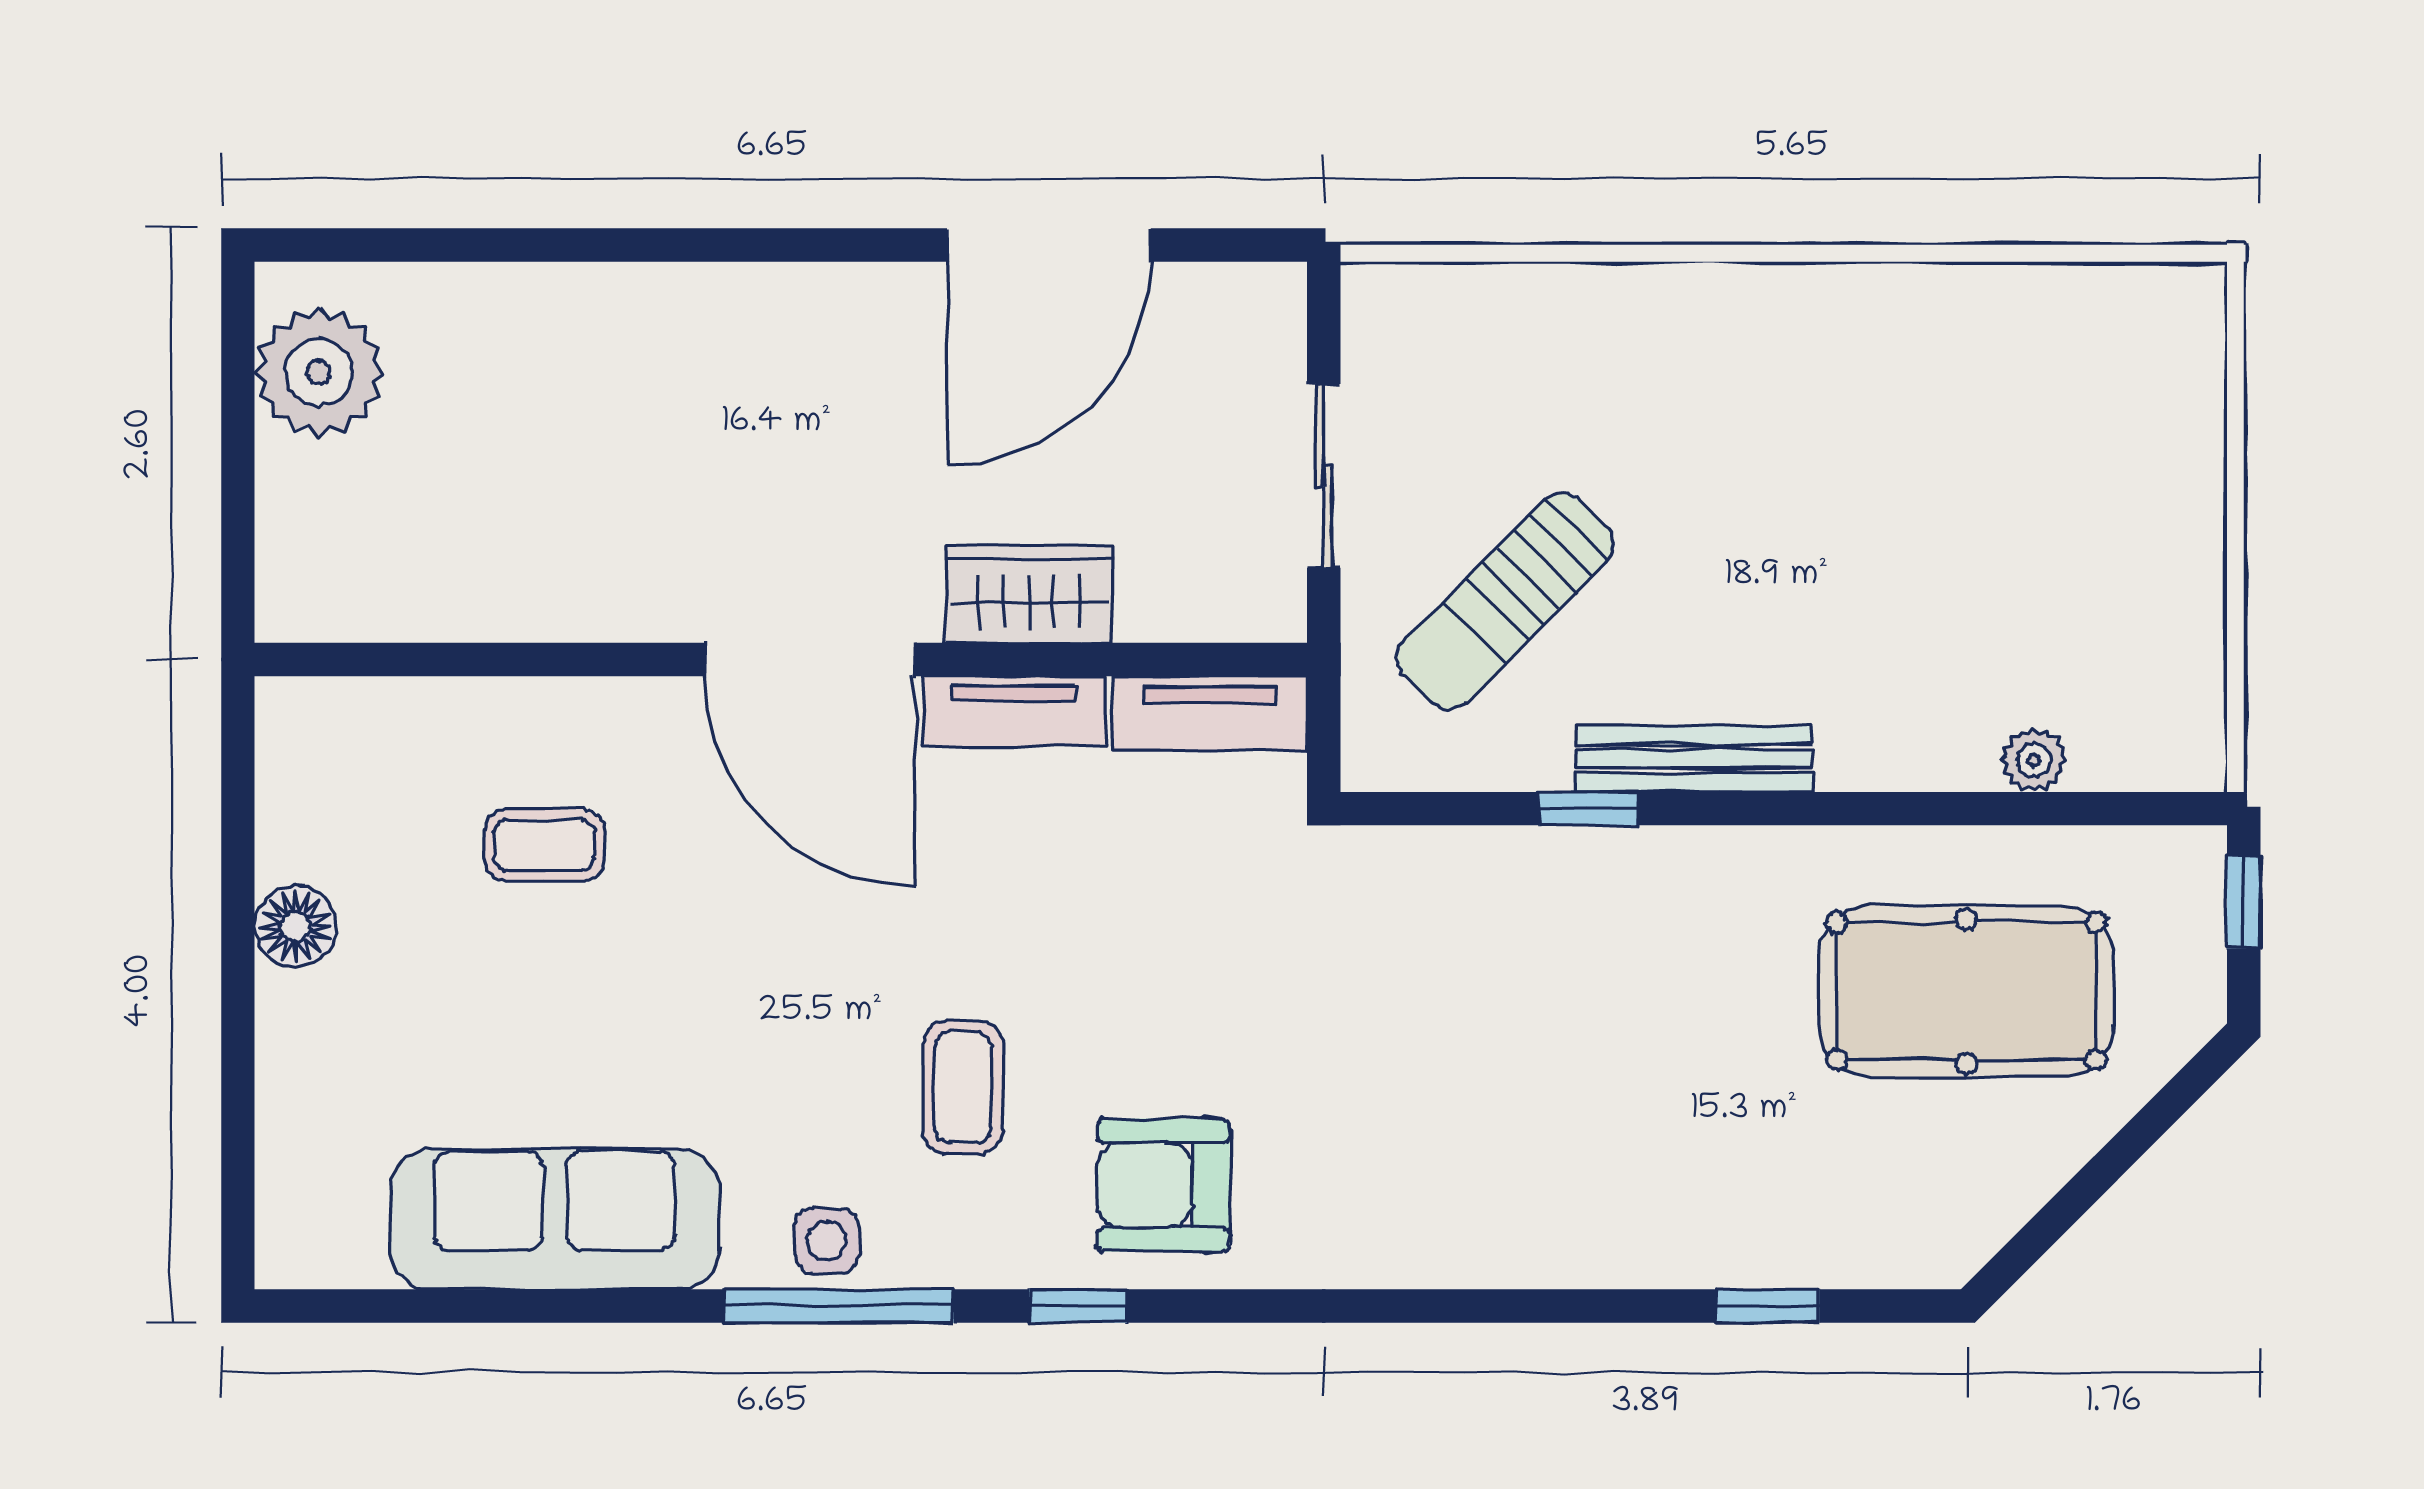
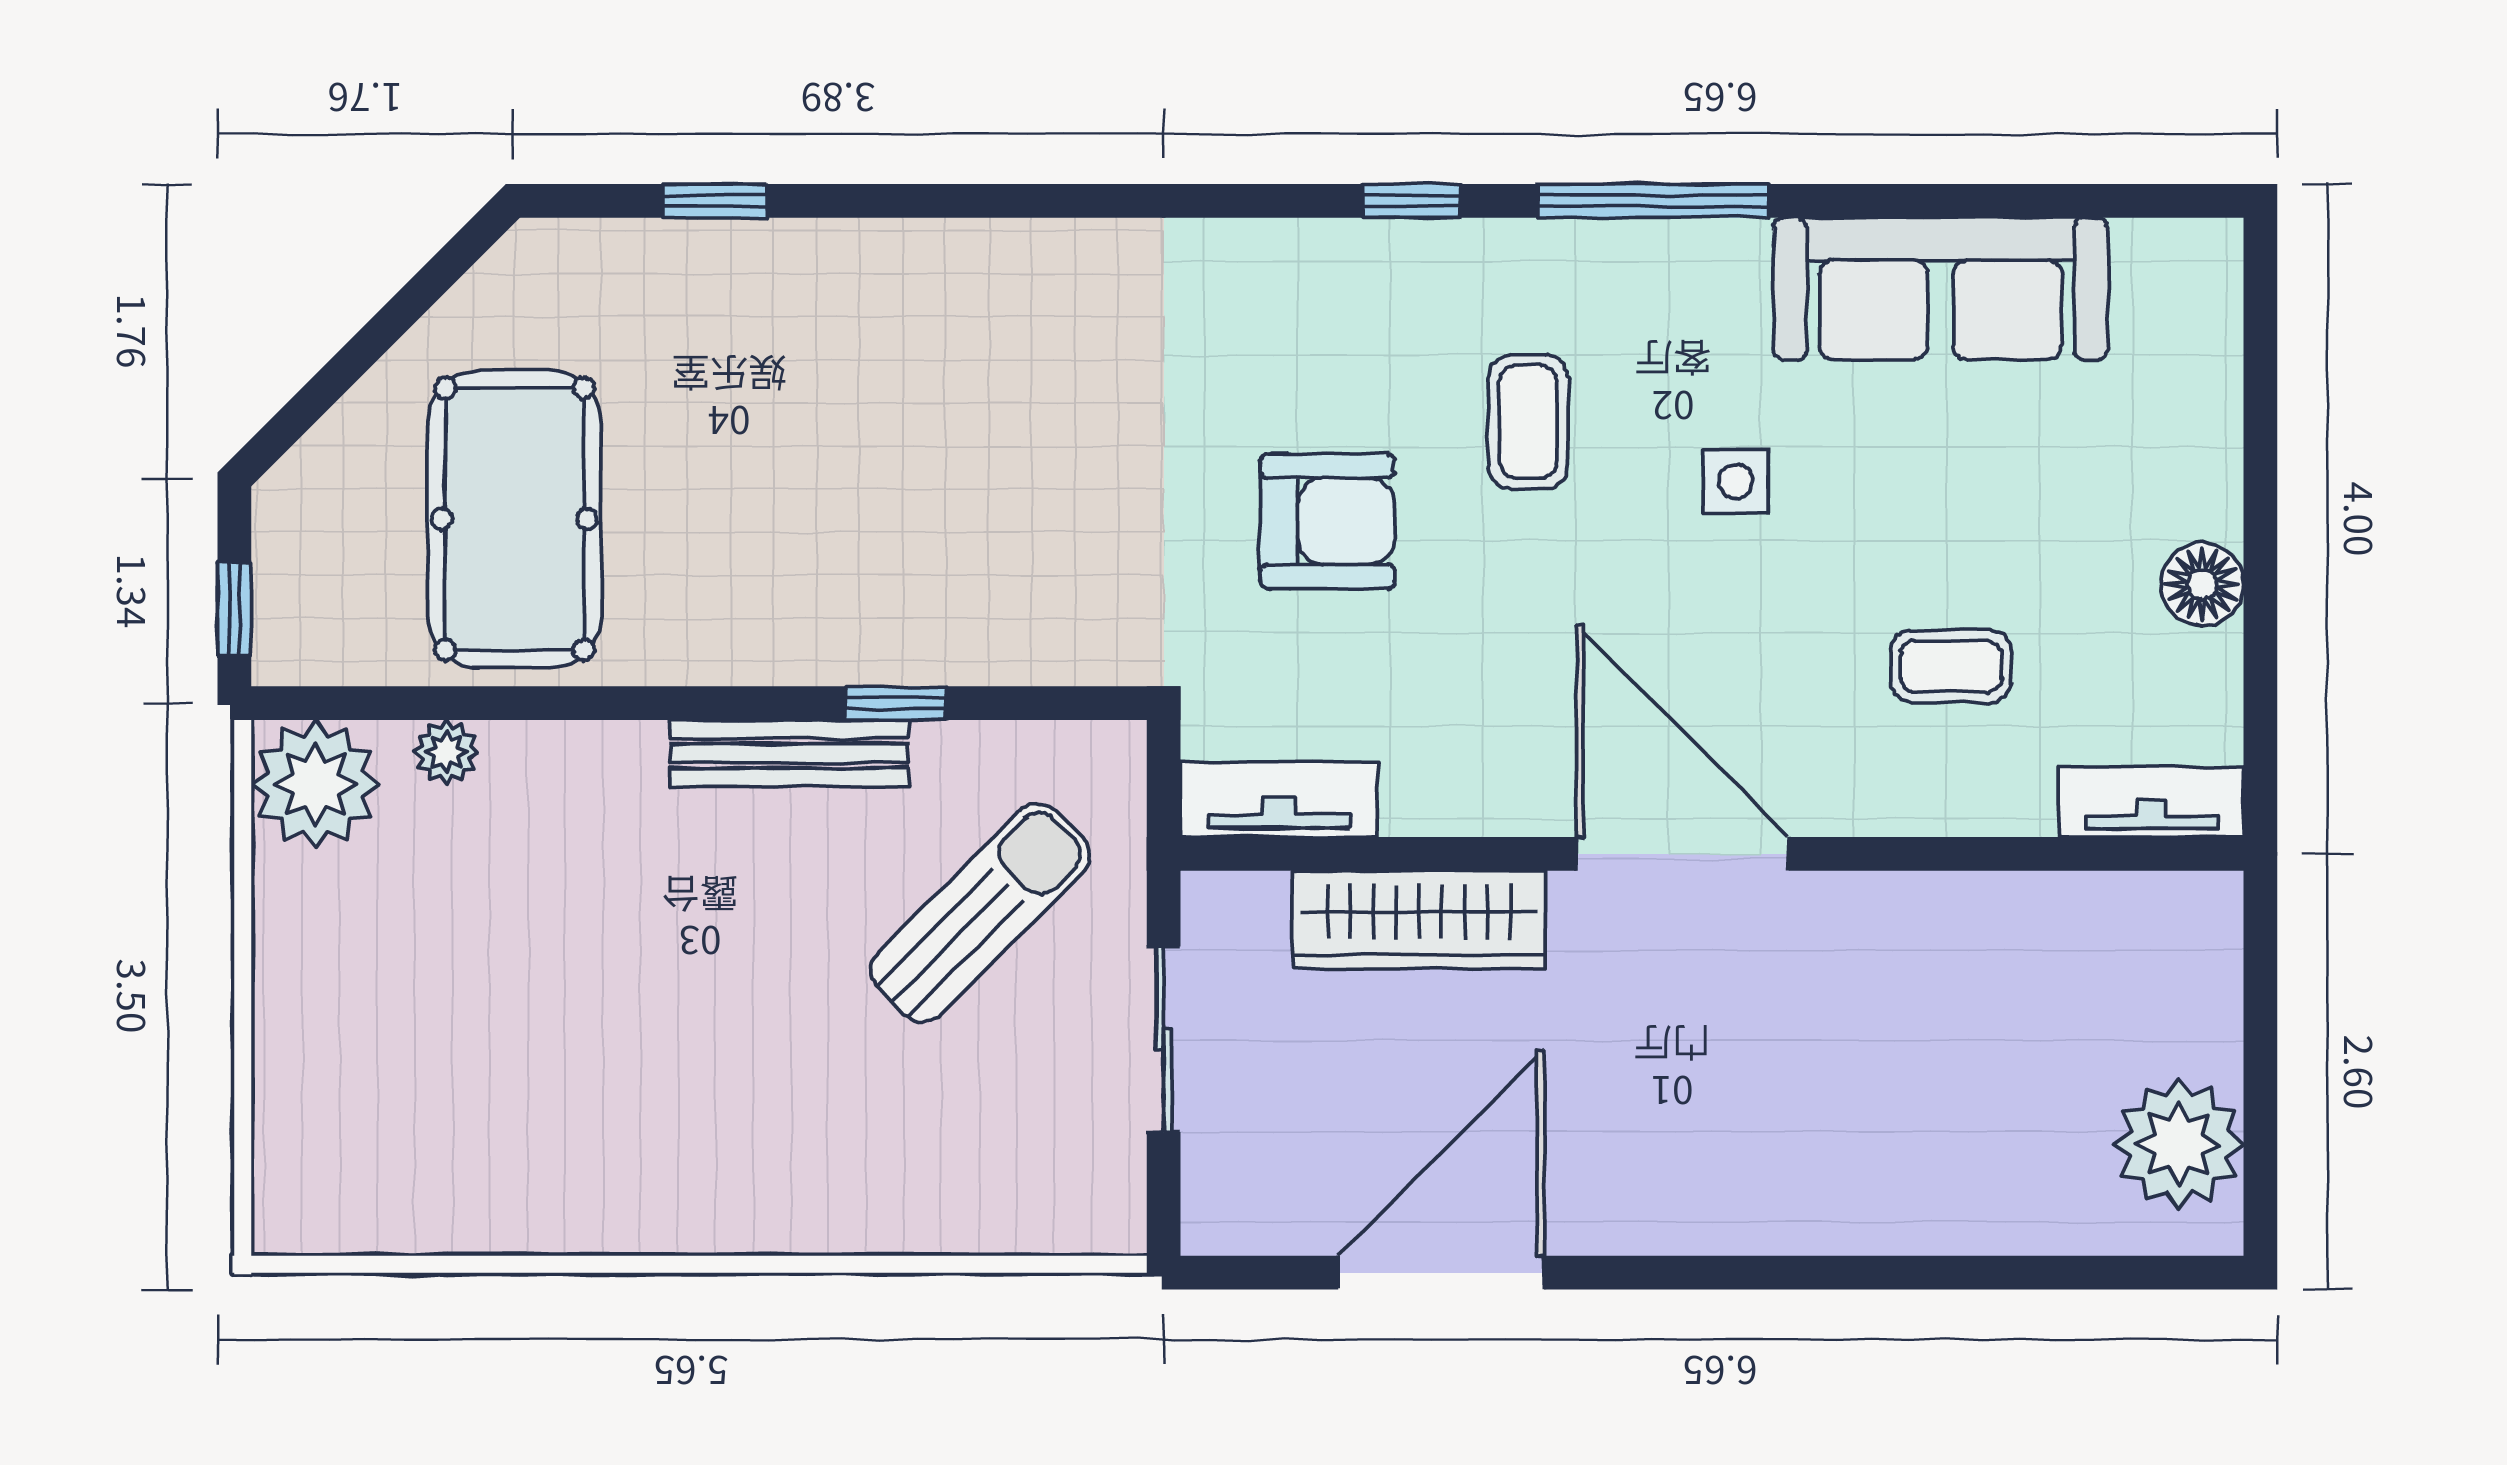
wardrobe: (1029, 594) -> (1419, 920), width x1.50
tv unit: (1014, 711) -> (2151, 802), moved
plant: (2164, 728) -> (315, 784), added
pool table: (1966, 991) -> (515, 519), turned 90
armchair: (1163, 1185) -> (1327, 521), moved
side table: (827, 1241) -> (1736, 481), moved

